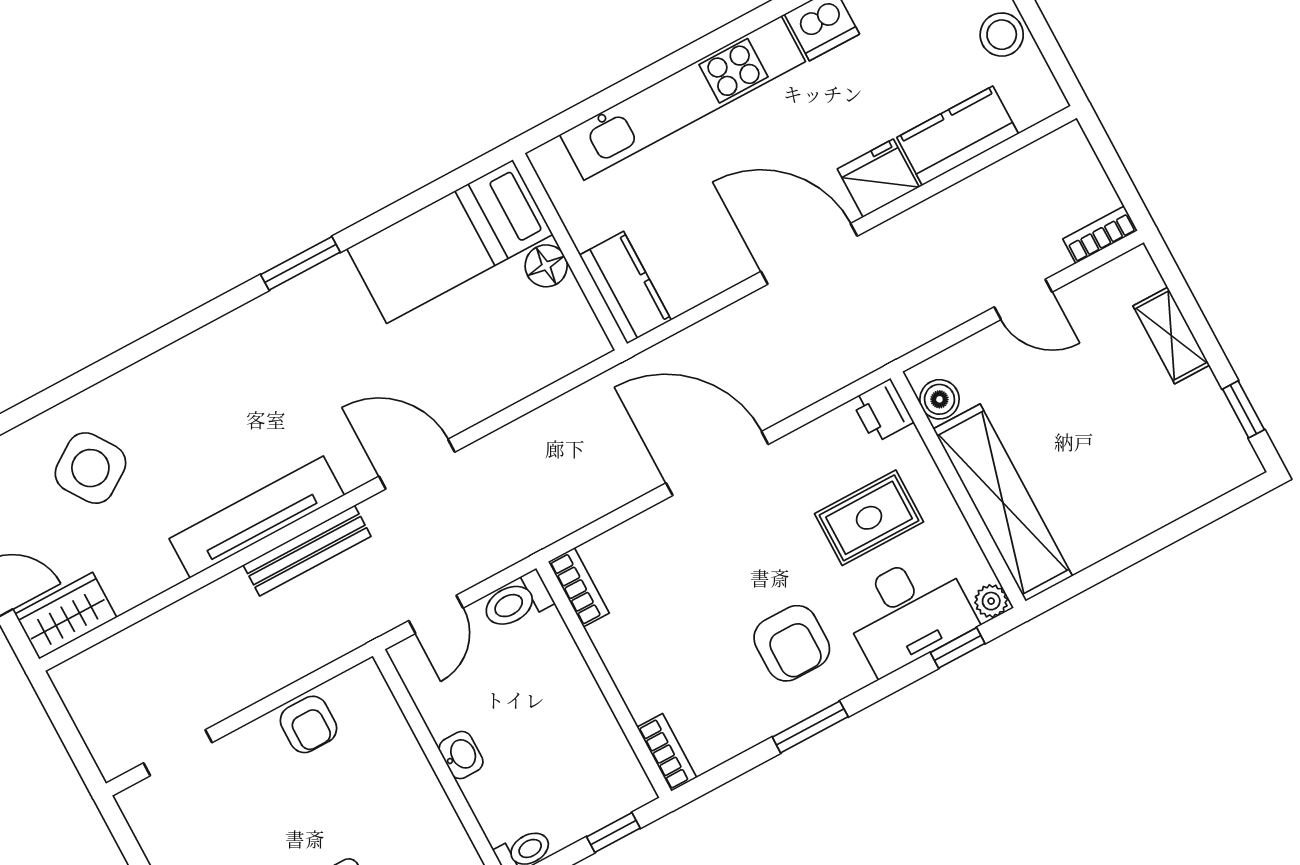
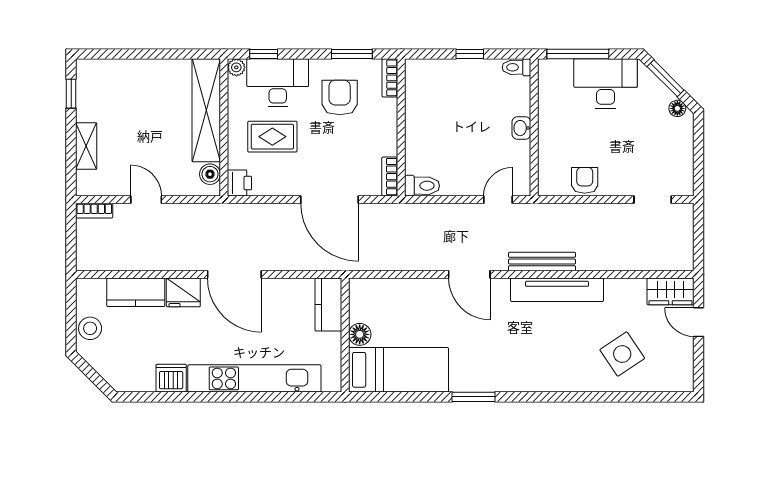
bookcase: (579, 587) -> (390, 177), moved
toilet: (517, 601) -> (422, 186), moved
wall: (604, 680) -> (401, 127), moved
bookcase: (667, 752) -> (390, 78), moved

